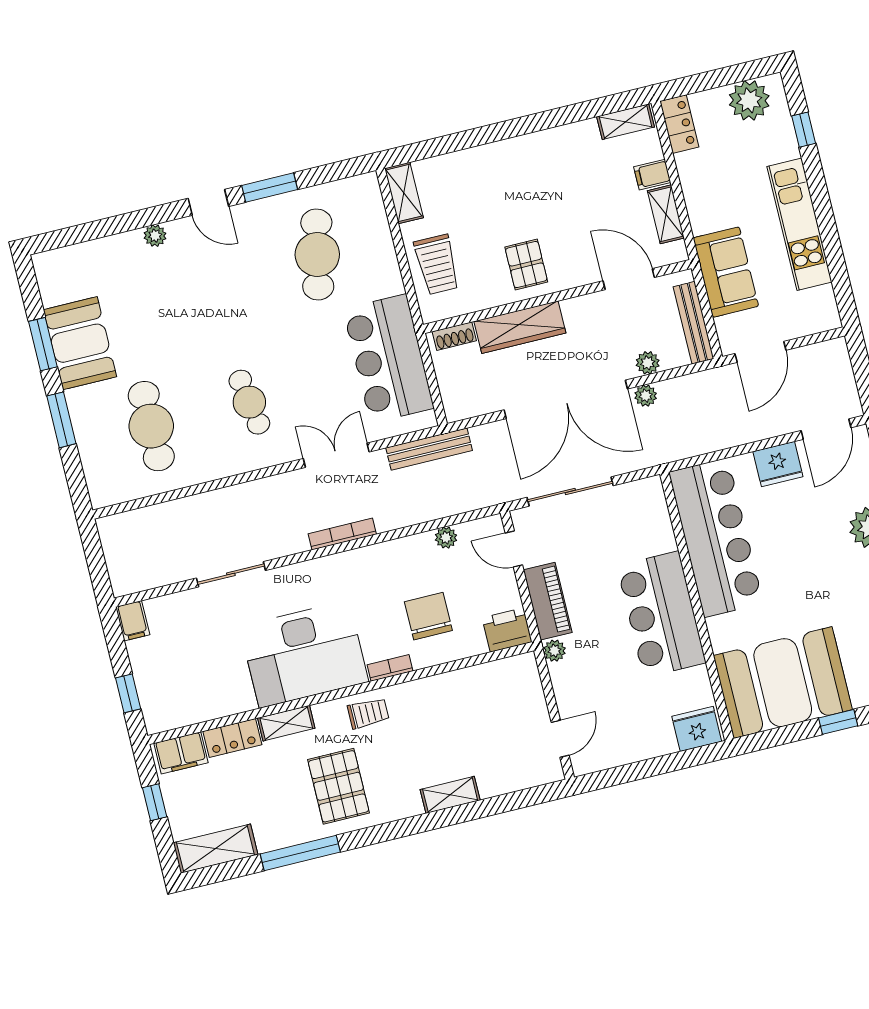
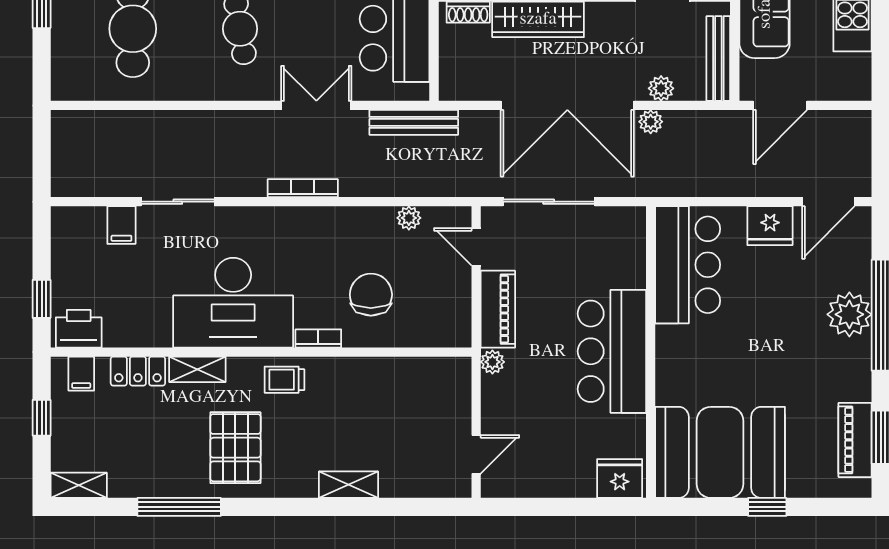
bar counter: (716, 538) -> (688, 265), width x0.73
filing cabinet: (133, 621) -> (121, 225), moved
printer: (507, 630) -> (79, 329), moved
trolley: (368, 713) -> (284, 380), turned 180
filing cabinet: (181, 753) -> (81, 374), width x0.50
shelving: (215, 849) -> (79, 485), width x0.67, depth x0.75

